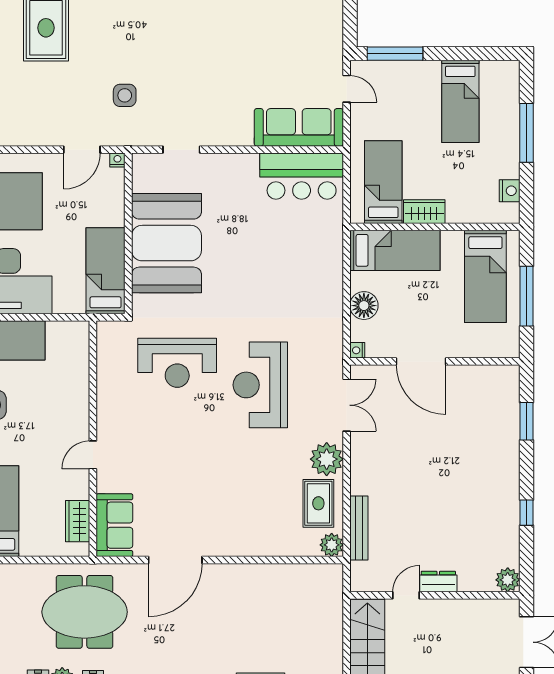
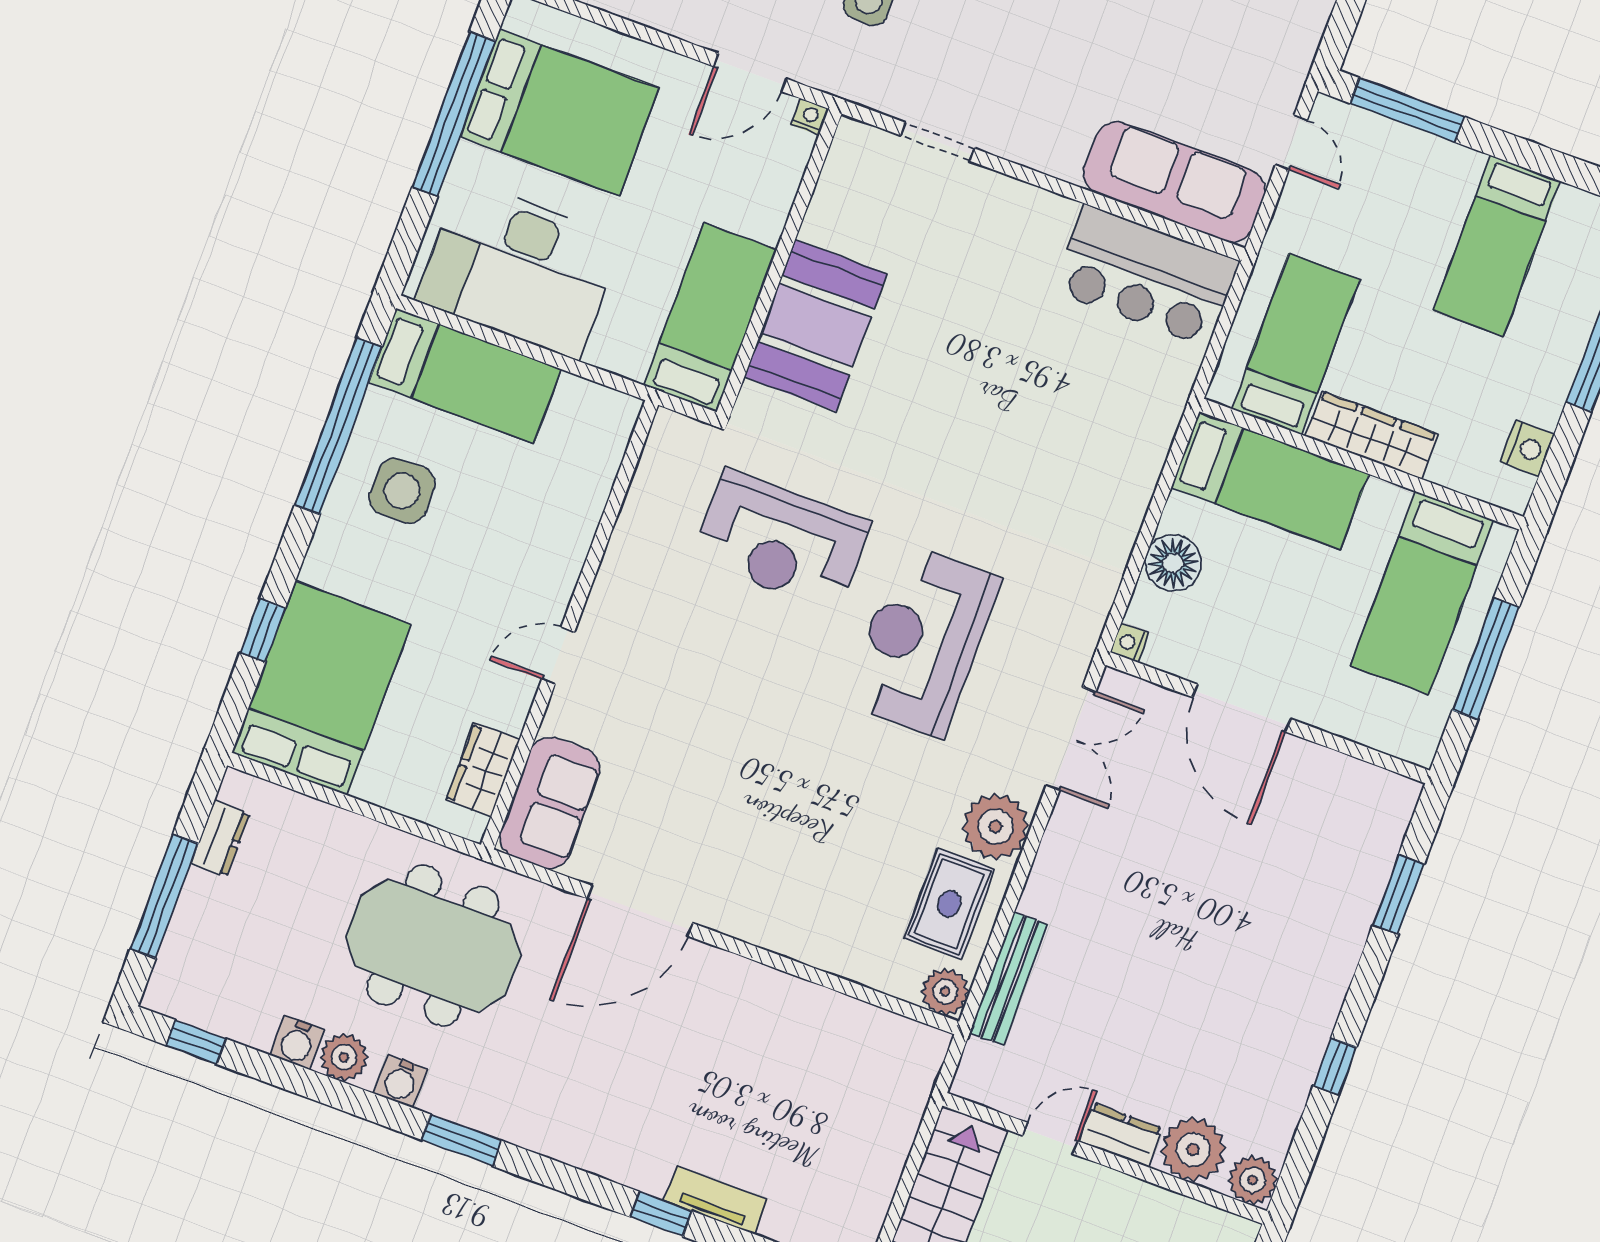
wardrobe: (424, 212) -> (1371, 435), width x1.50
booth: (166, 243) -> (816, 325), width x0.73, depth x0.70
plant: (475, 576) -> (1193, 1150), added

